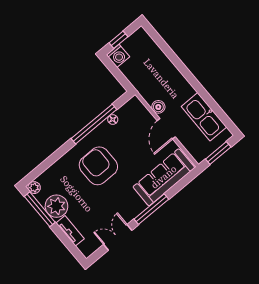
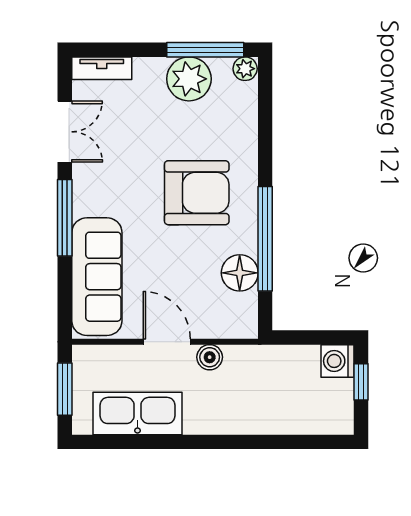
floor lamp: (113, 119) -> (240, 273), width x1.89, depth x1.89
tv unit: (70, 231) -> (102, 68), moved

